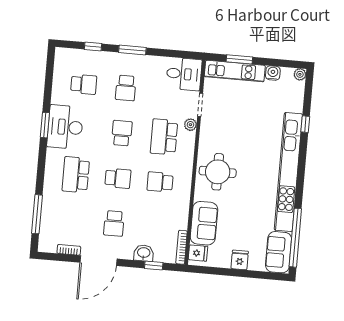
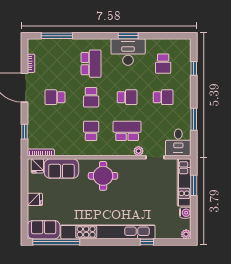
window: (132, 50) -> (194, 119), moved
school desk: (126, 88) -> (163, 97), turned 180
school desk: (76, 175) -> (91, 64), turned 90
washbasin: (144, 253) -> (34, 123), removed

